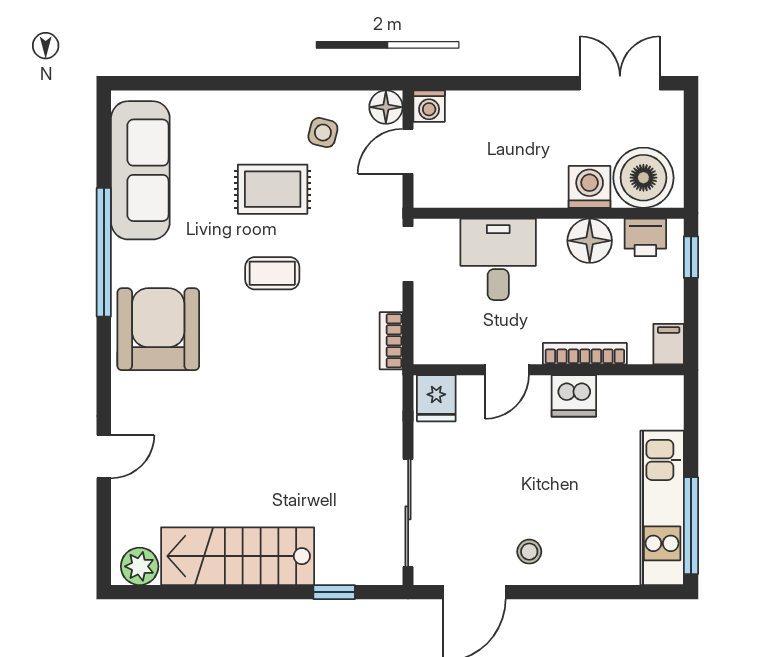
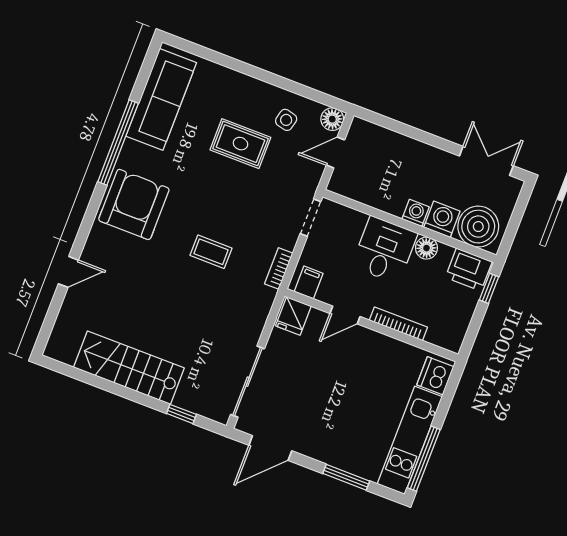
washing machine: (429, 106) -> (416, 213), moved, turned 180
printer: (645, 237) -> (469, 270), width x1.36, depth x1.24
floor lamp: (590, 241) -> (426, 248), width x0.73, depth x0.73
desk: (498, 259) -> (384, 250), moved
coffee table: (272, 273) -> (211, 252), moved
filing cabinet: (669, 344) -> (309, 282), moved
dishwasher: (574, 396) -> (435, 376), moved, turned 90
stool: (529, 552) -> (315, 436), removed
plant: (140, 566) -> (64, 350), removed
window: (594, 592) -> (346, 477), added

